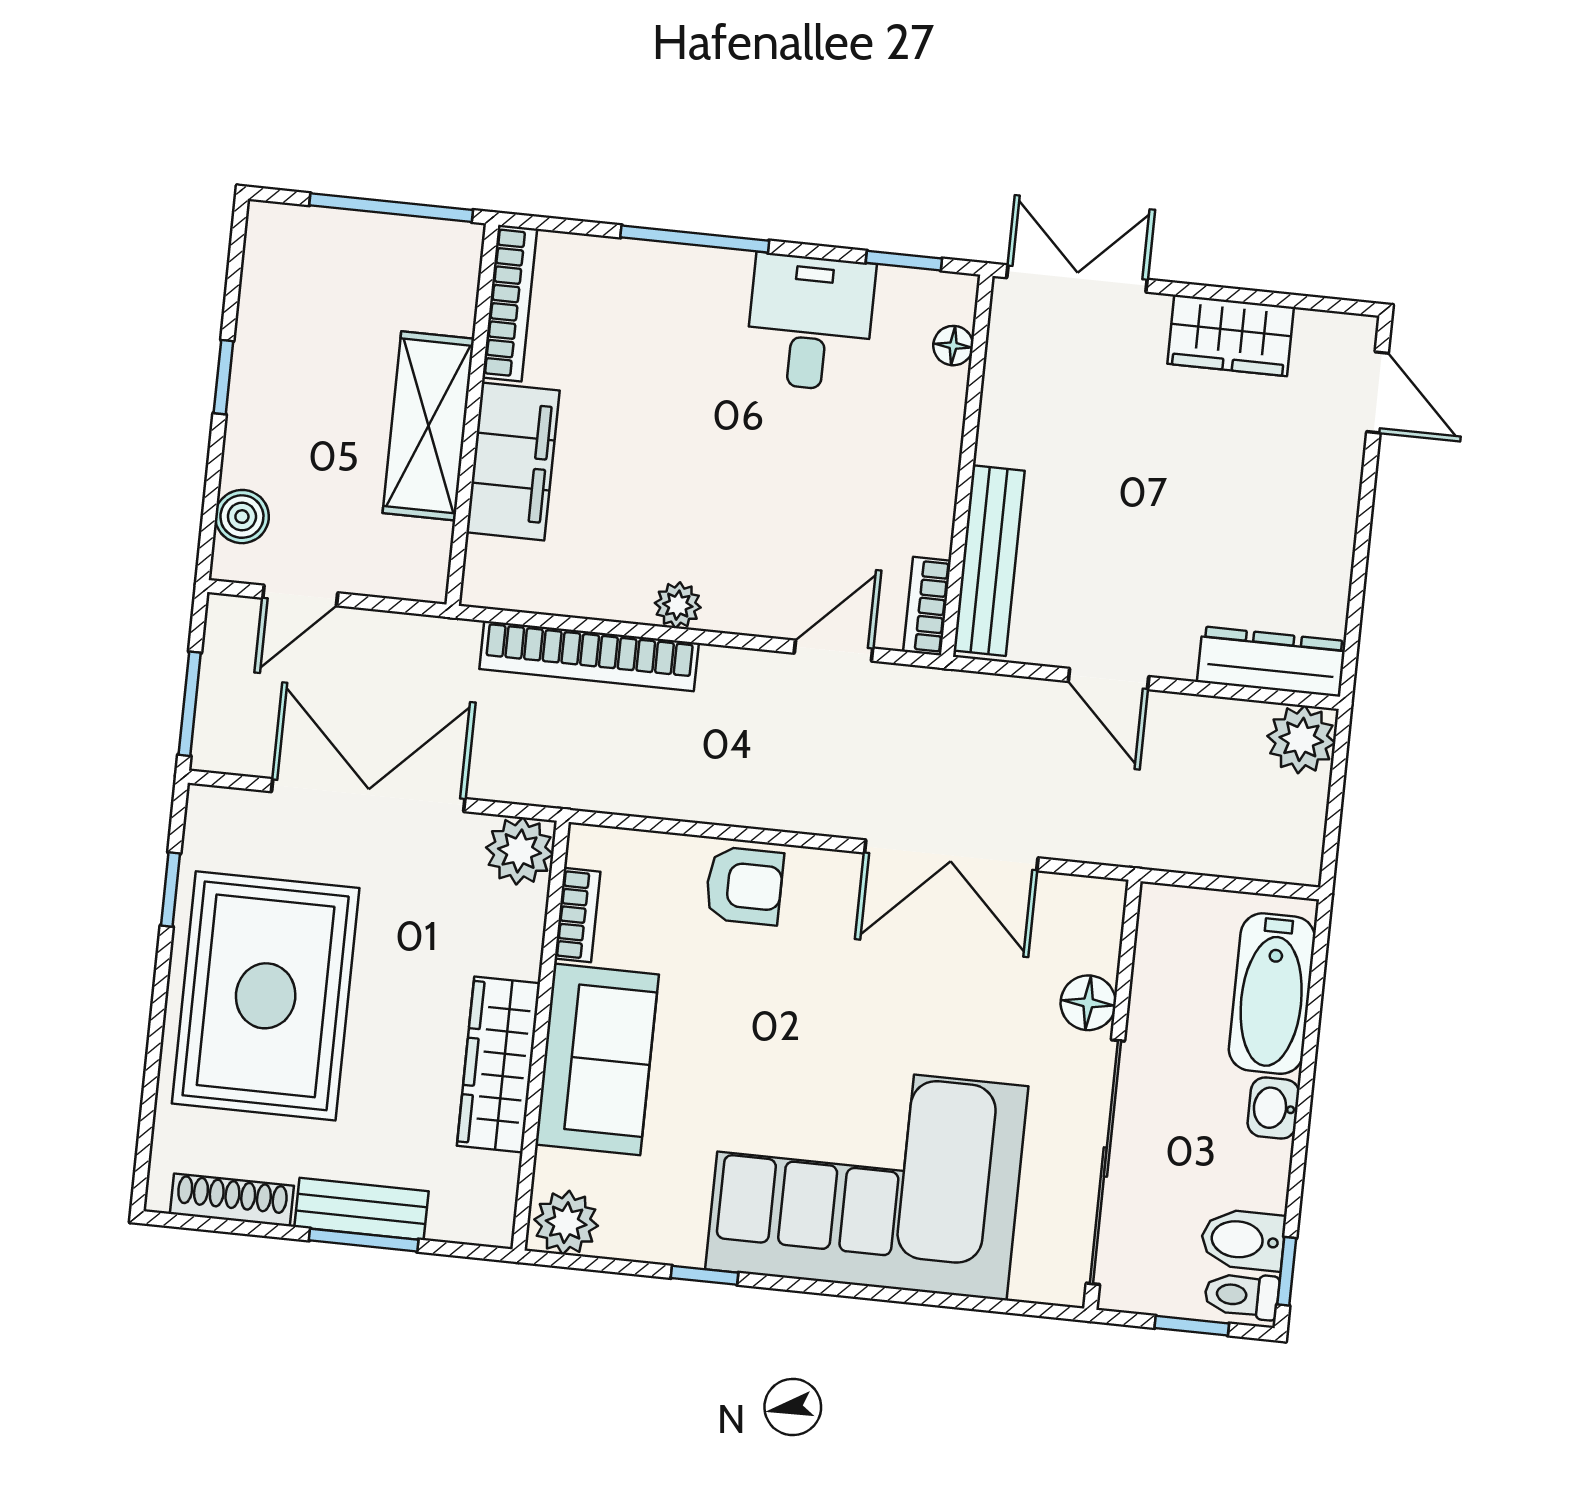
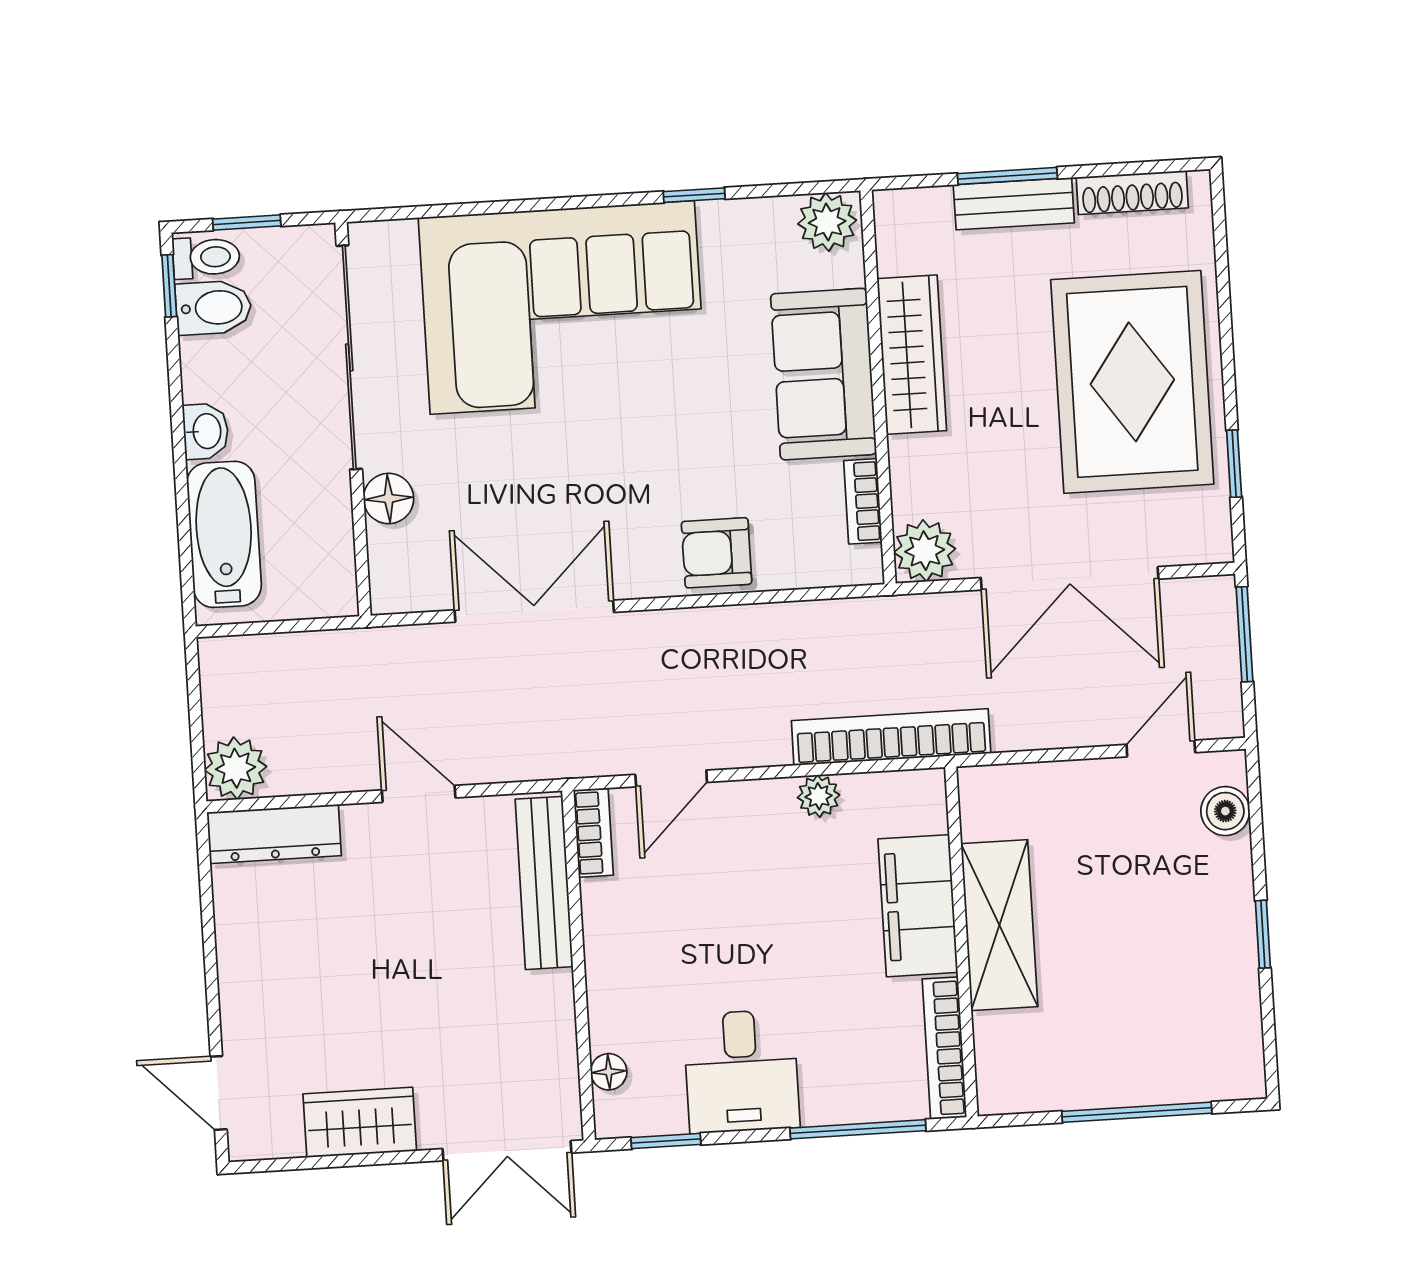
bookcase: (510, 303) -> (944, 1048), moved
wall: (472, 415) -> (961, 942), moved
shelving: (428, 426) -> (999, 925), moved
filing cabinet: (513, 461) -> (918, 906), moved

